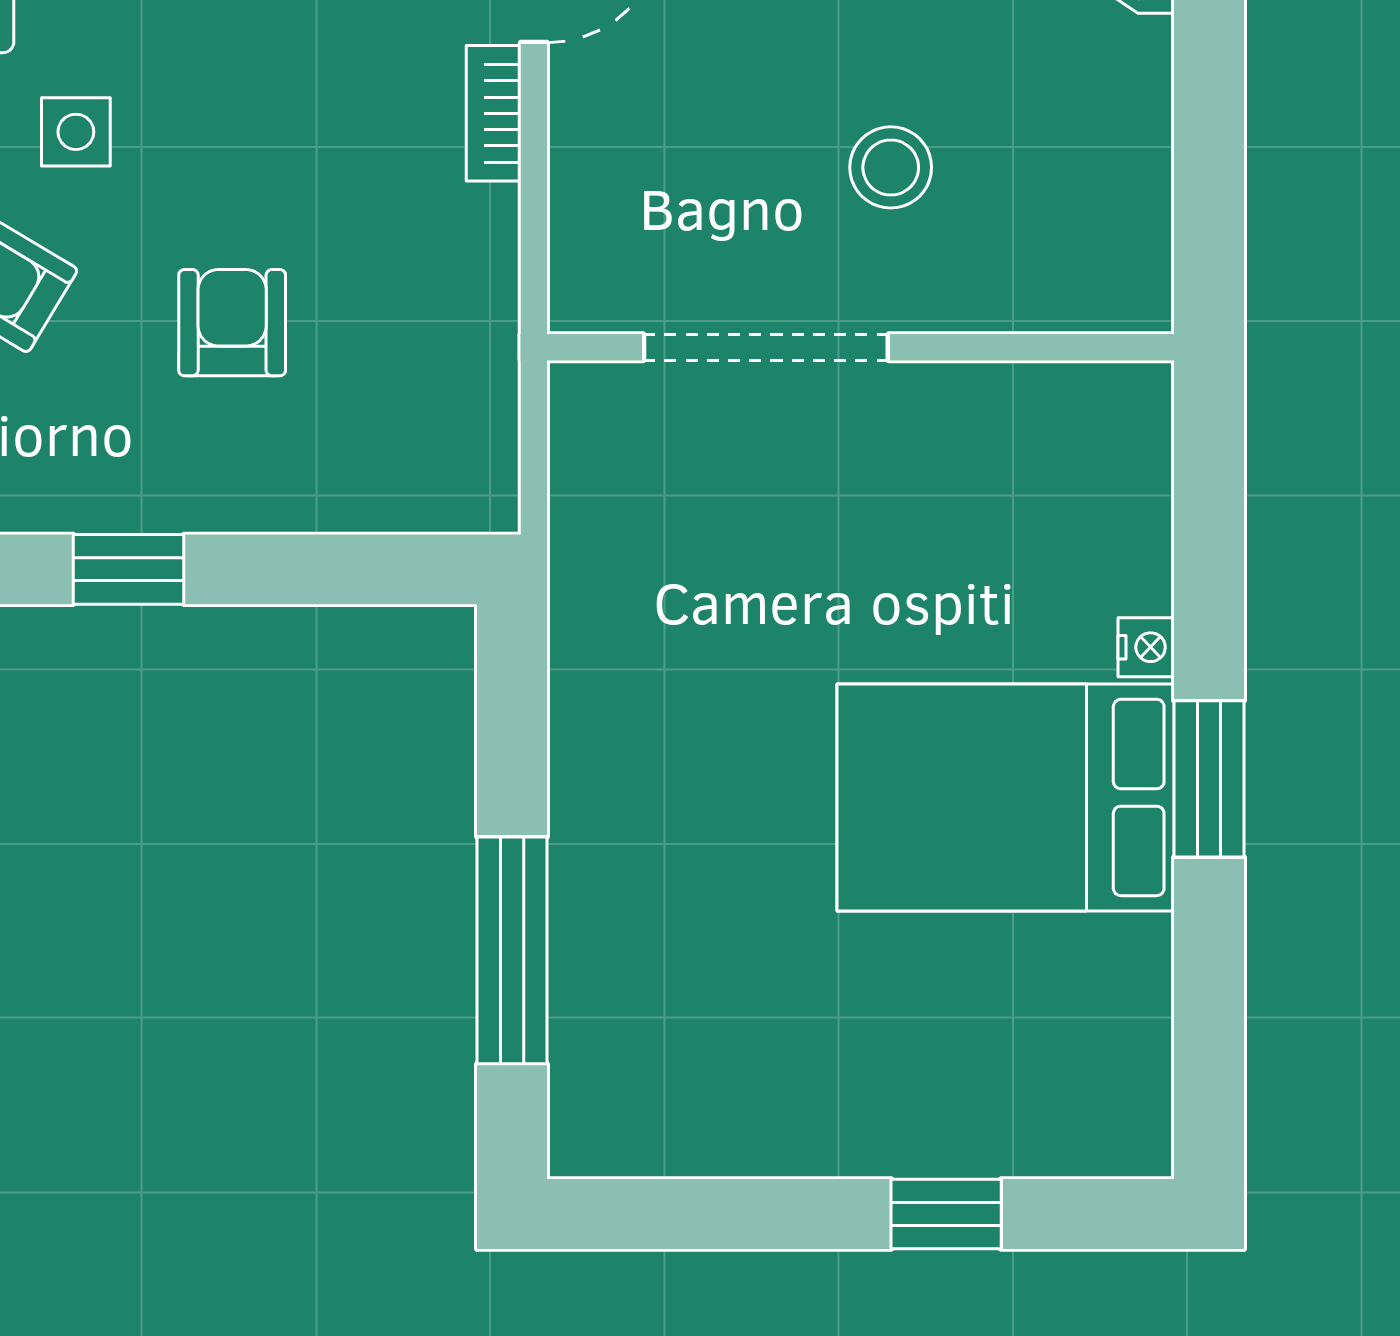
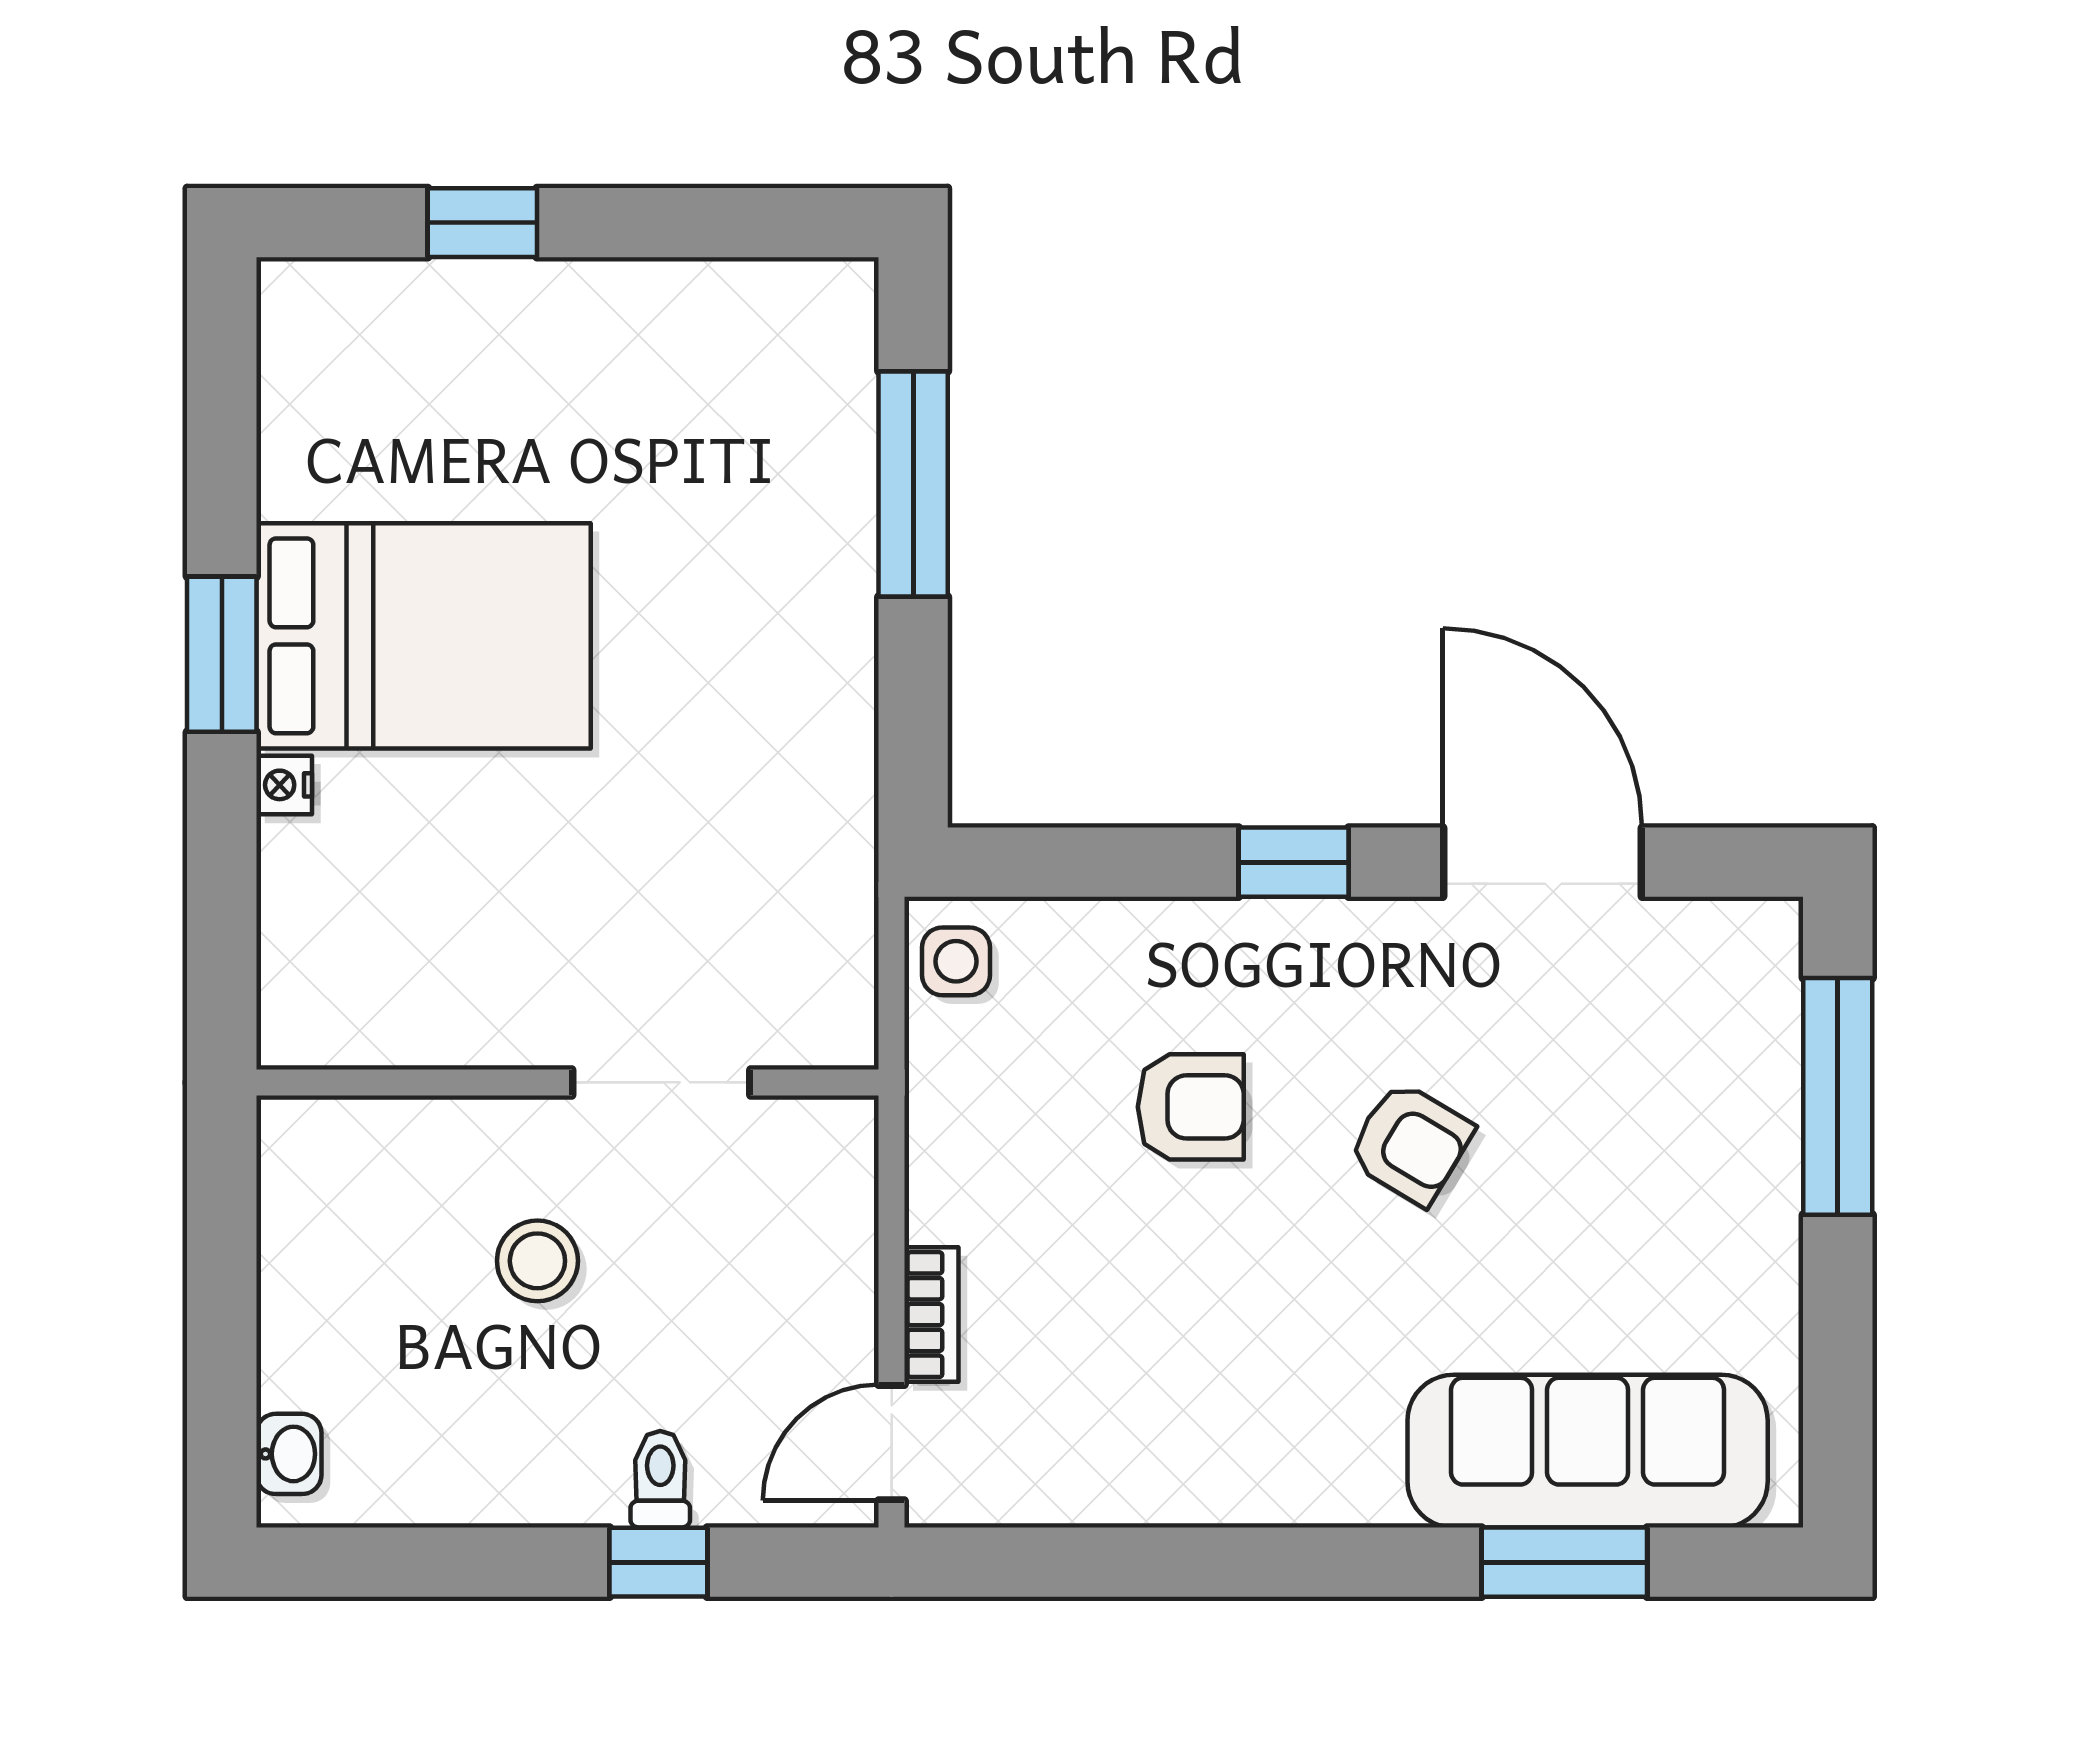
side table: (76, 132) -> (956, 961), moved
armchair: (232, 323) -> (1191, 1107), turned -90
doorway: (766, 347) -> (661, 1082), width x0.73

